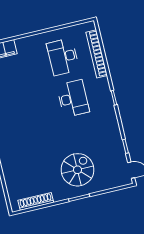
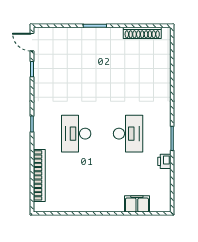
desk: (63, 57) -> (128, 134), moved
spiral stairs: (78, 170) -> (89, 56), removed

